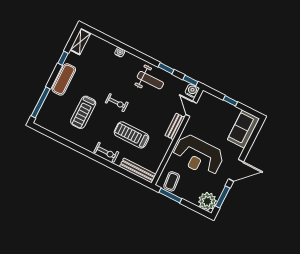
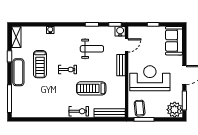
weight bench: (150, 80) -> (92, 49), moved
door: (191, 109) -> (127, 45), swing flipped
treadmill: (83, 112) -> (40, 64), moved
reception desk: (198, 155) -> (150, 78), turned 180

